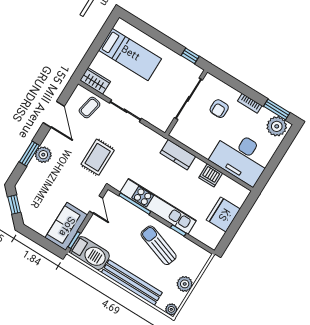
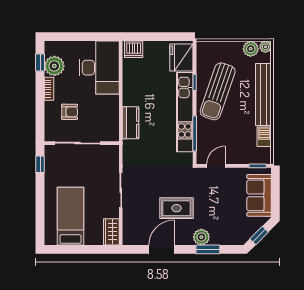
coffee table: (89, 108) -> (137, 223), removed
window: (277, 110) -> (40, 62), width x0.67
plant: (277, 126) -> (54, 66), moved
rug: (98, 157) -> (177, 208), moved
dishwasher: (211, 175) -> (134, 49), moved, turned 90
fridge: (223, 214) -> (181, 57), moved, turned 90
sofa: (66, 226) -> (259, 195), moved, turned 90
sun lounger: (159, 245) -> (218, 91), width x1.36, depth x1.34
barbecue: (90, 253) -> (264, 137), width x0.53, depth x0.65
plant: (185, 284) -> (251, 49), moved

